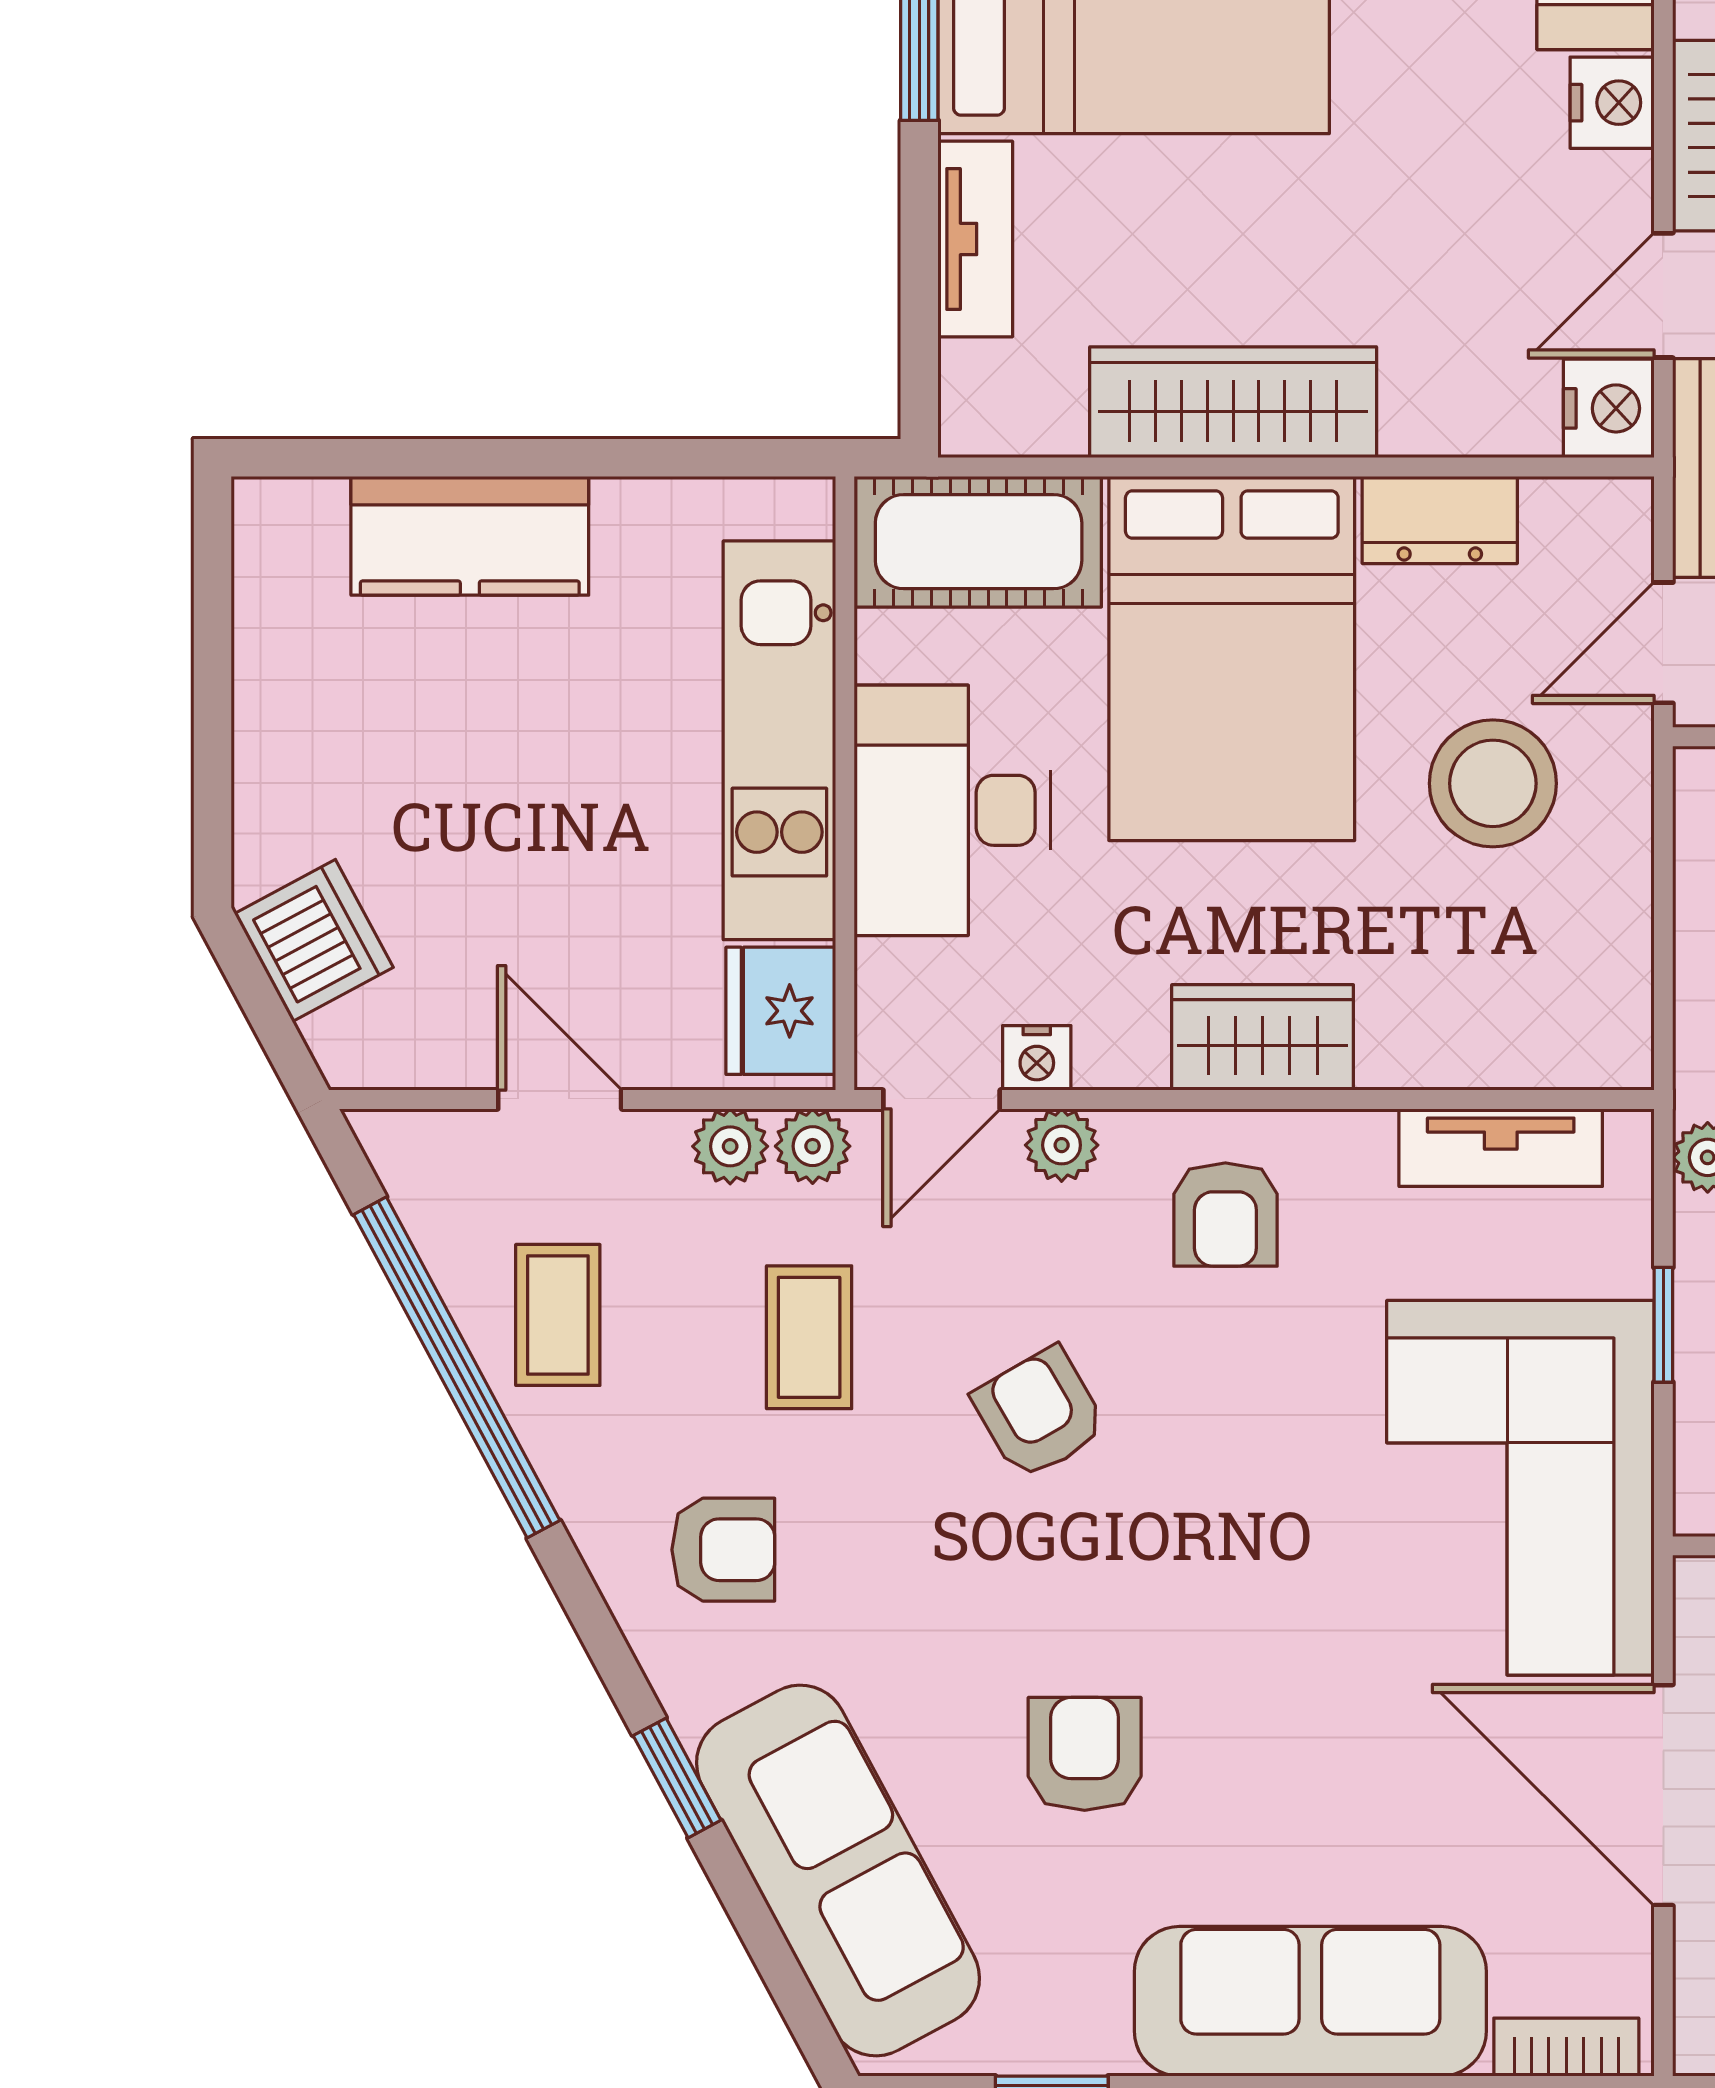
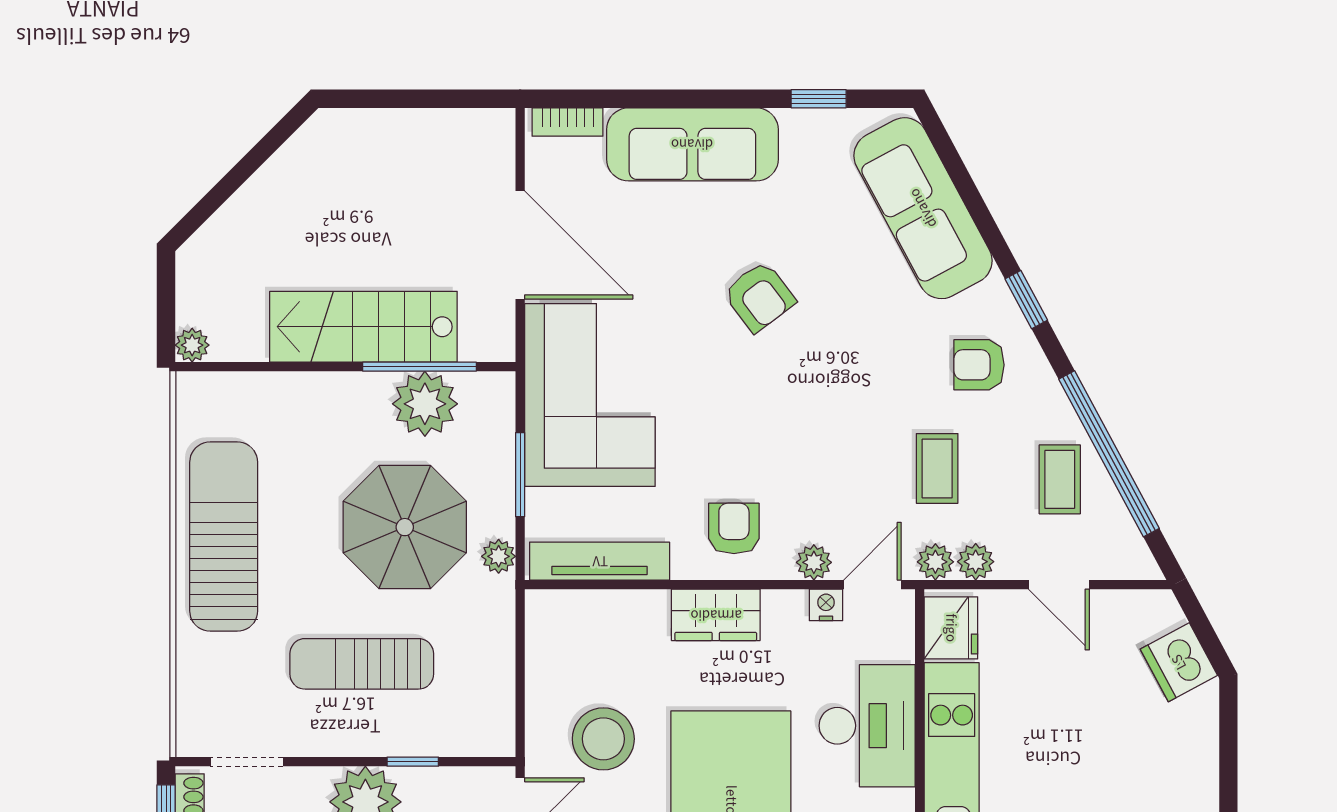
tv unit: (1501, 1148) -> (600, 561), width x1.41
window: (1663, 1325) -> (520, 475), width x1.50
armchair: (1039, 1413) -> (825, 431), removed
armchair: (1085, 1754) -> (759, 297), moved, turned -37
window: (677, 1778) -> (1026, 300), moved

